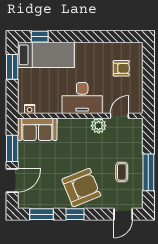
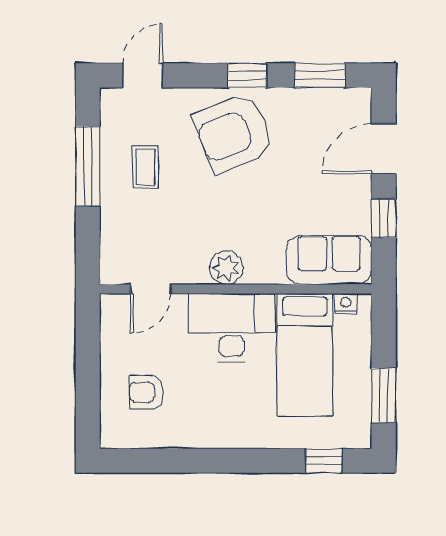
bed: (46, 55) -> (305, 355), moved, turned -90
plant: (99, 126) -> (226, 268), moved
window: (12, 148) -> (384, 218), width x0.67

